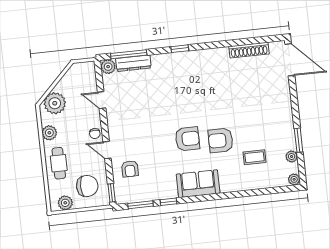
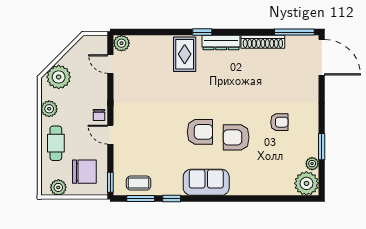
shoe rack: (249, 50) -> (263, 42), moved
window: (129, 54) -> (294, 32), moved
dresser: (133, 63) -> (221, 42), moved
rug: (166, 70) -> (185, 54), added
door: (102, 100) -> (110, 64), moved
coffee table: (254, 157) -> (139, 183), moved
armchair: (130, 169) -> (279, 122), moved, turned -90
plant: (294, 179) -> (306, 183), width x1.88, depth x1.88

